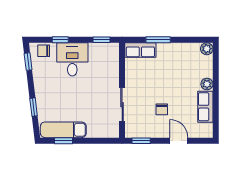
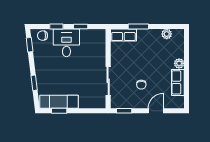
window: (102, 40) -> (81, 26), moved
plant: (207, 49) -> (167, 34), moved
door: (179, 141) -> (156, 111), hinge flipped

